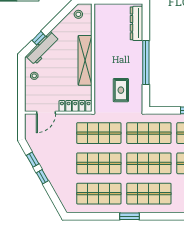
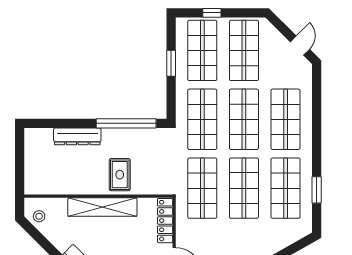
dresser: (136, 23) -> (77, 136), moved
window: (146, 63) -> (126, 123), moved
rug: (121, 90) -> (120, 175), moved, turned 90
window: (129, 216) -> (317, 190), moved

